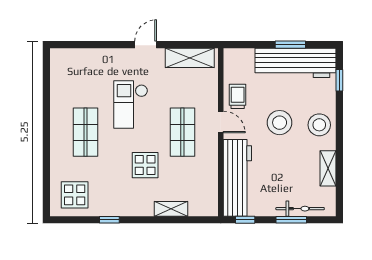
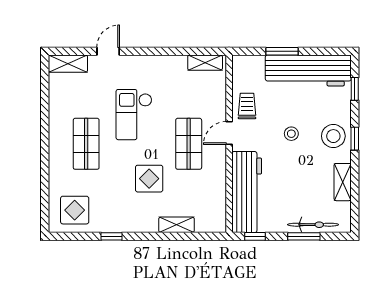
door: (146, 45) -> (108, 51), moved
window: (290, 45) -> (282, 51), moved
shelving: (68, 56) -> (68, 64), added
shelving: (190, 58) -> (205, 63), width x0.67, depth x0.75
door: (221, 122) -> (229, 133), swing flipped
stool: (280, 123) -> (291, 134), width x0.53, depth x0.53
window: (339, 127) -> (355, 139), added

